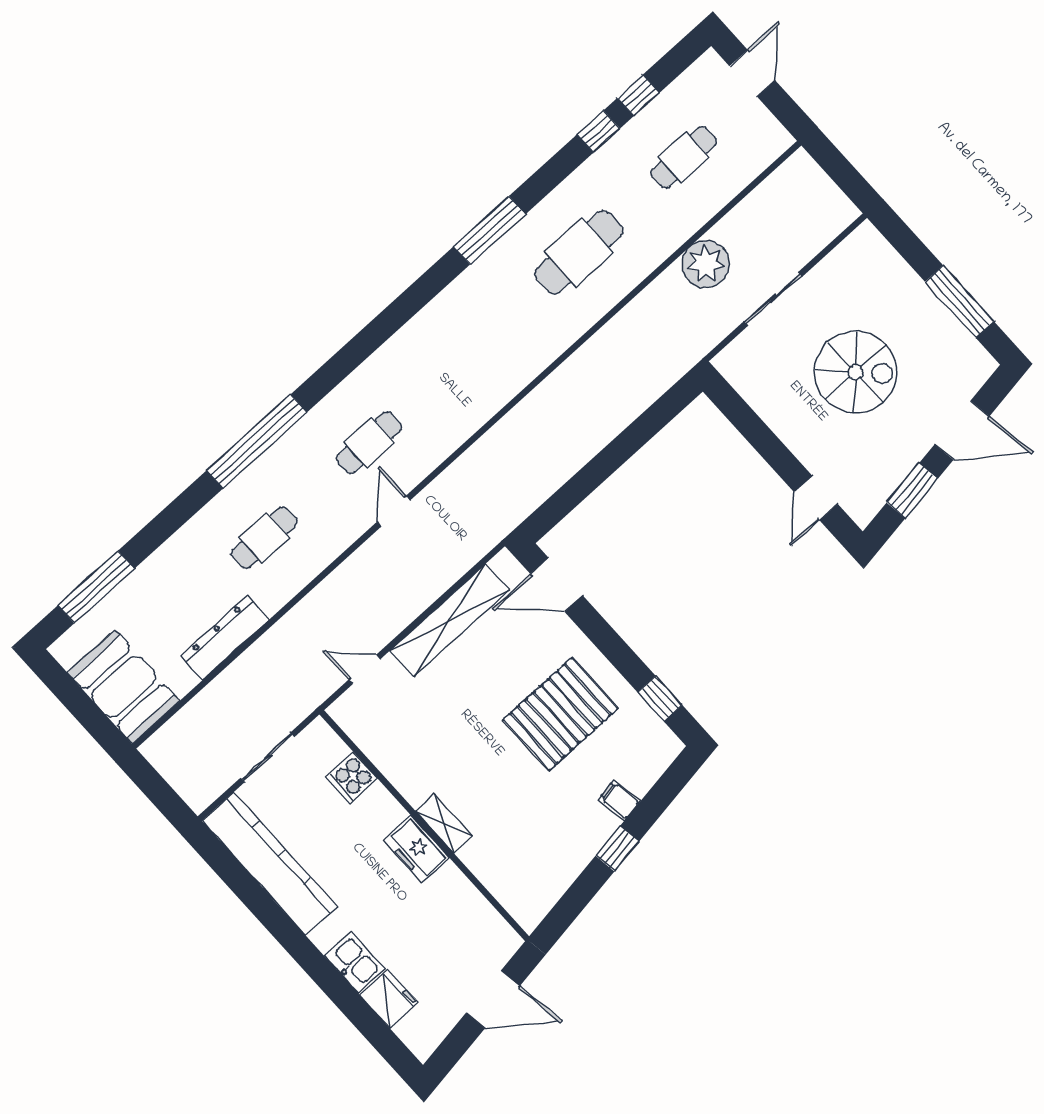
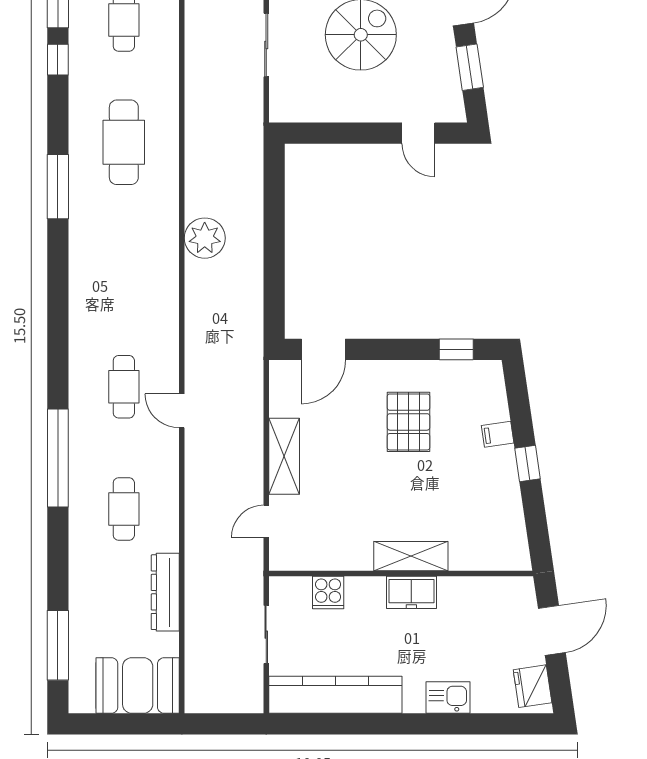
plant: (706, 264) -> (205, 238), moved
shelving: (449, 620) -> (284, 456), width x0.68
pallet: (560, 714) -> (408, 422), width x0.73, depth x0.71
shelving: (444, 823) -> (411, 556), width x1.50, depth x1.33
fridge: (389, 999) -> (533, 686), moved, turned -98

